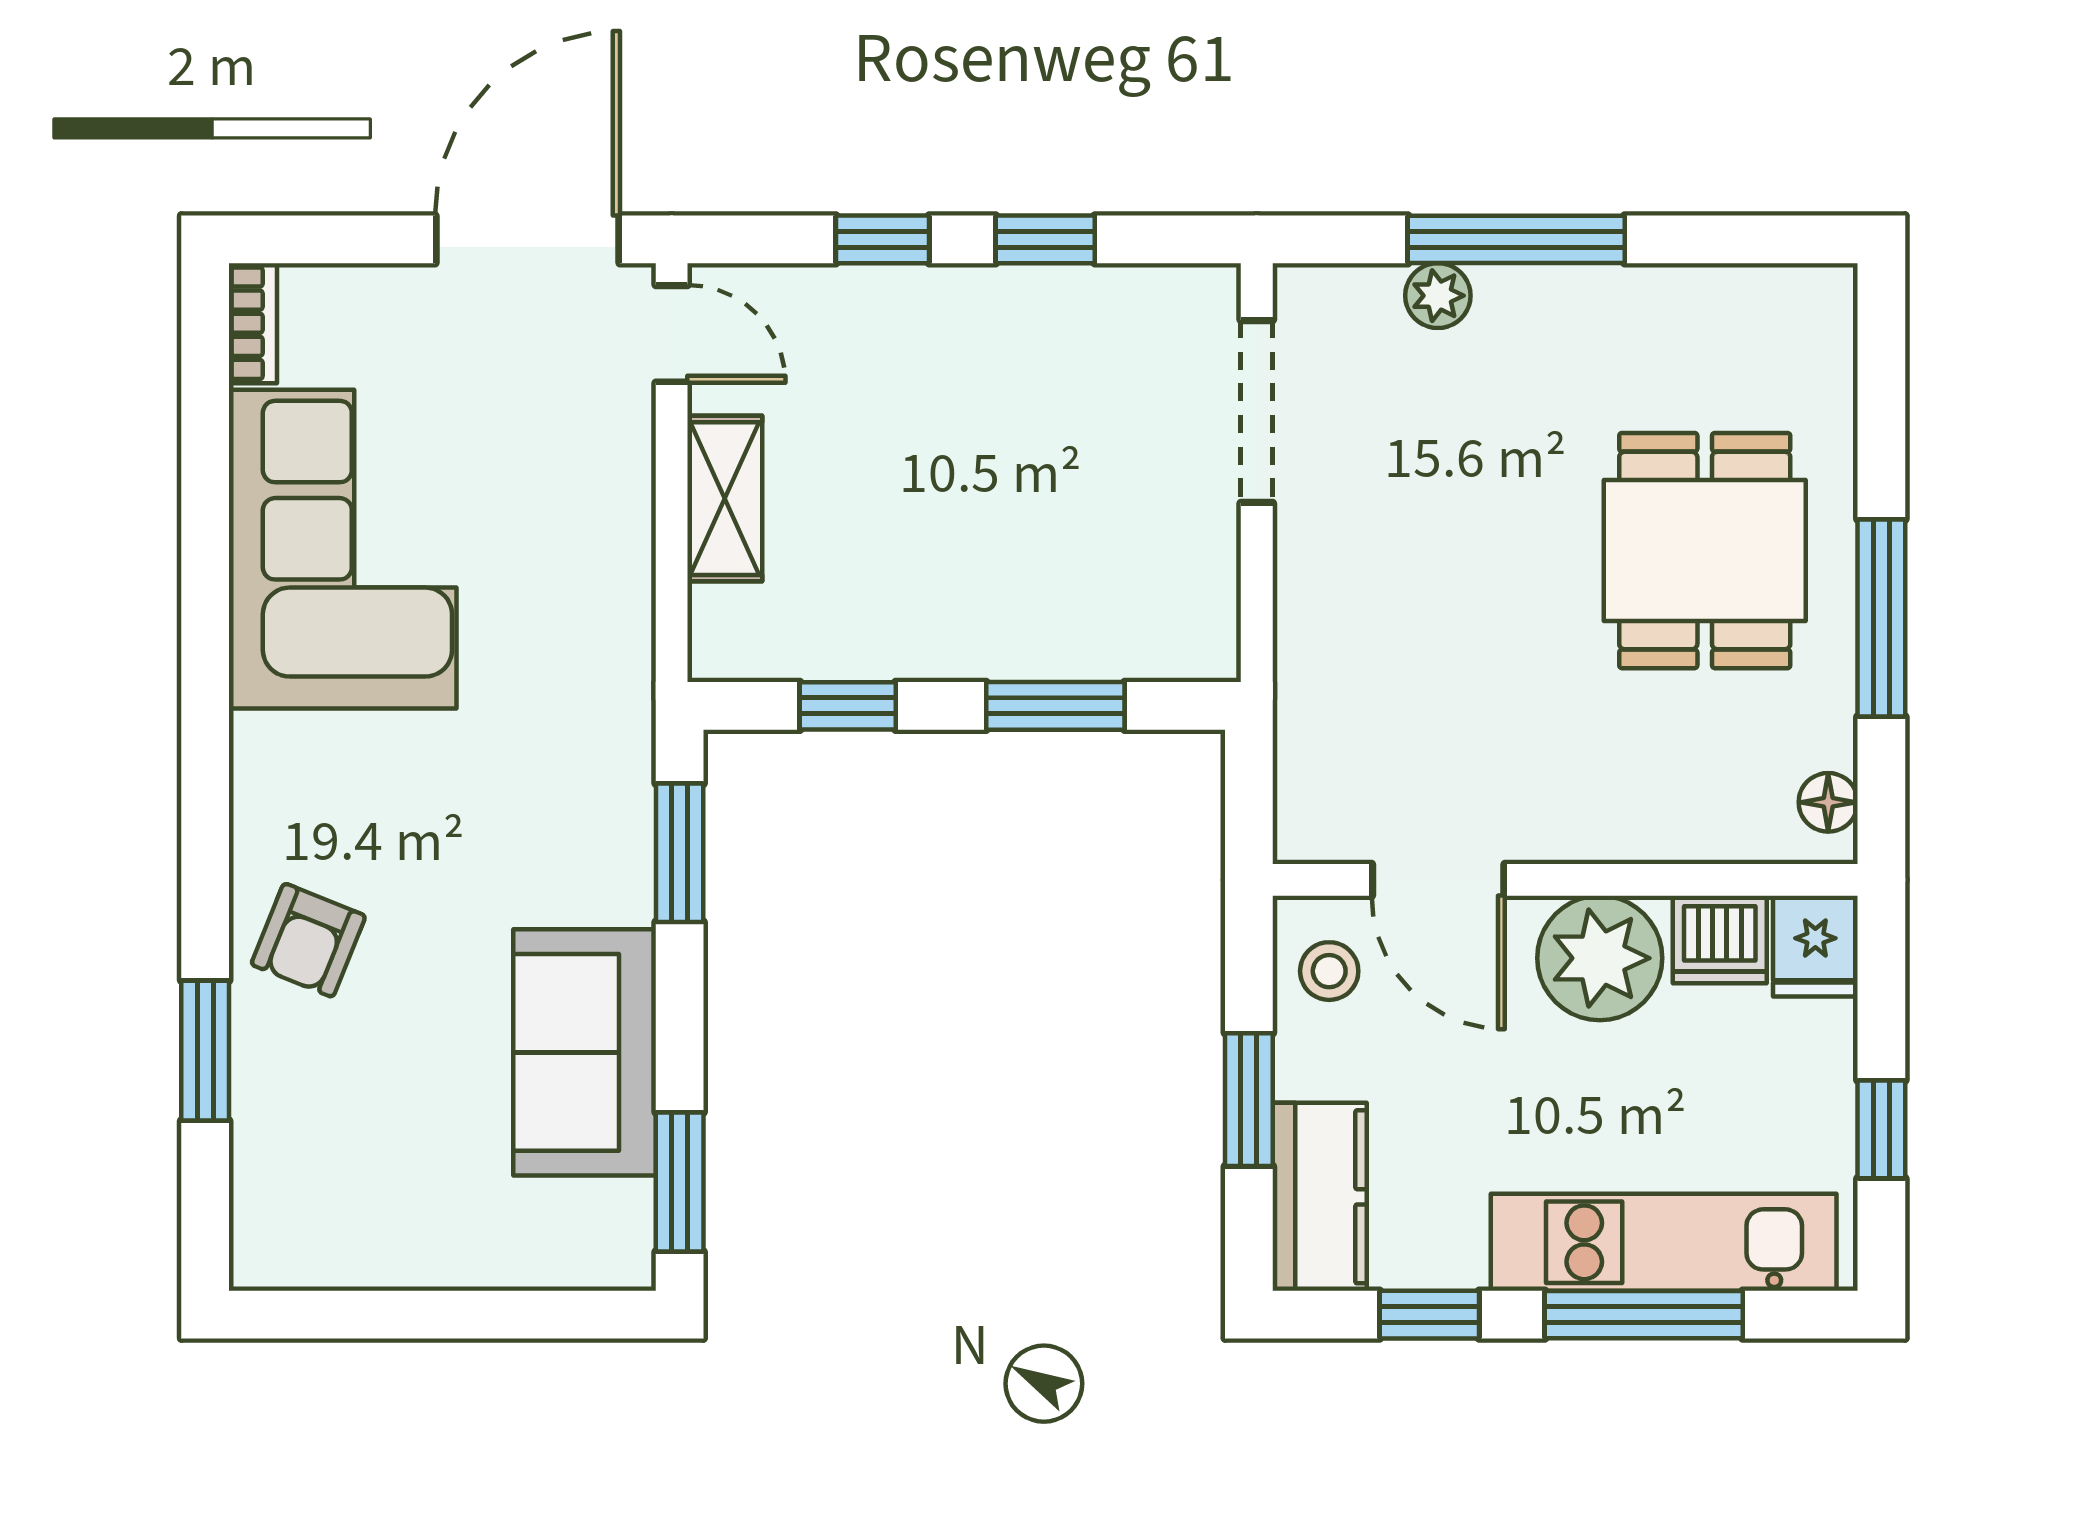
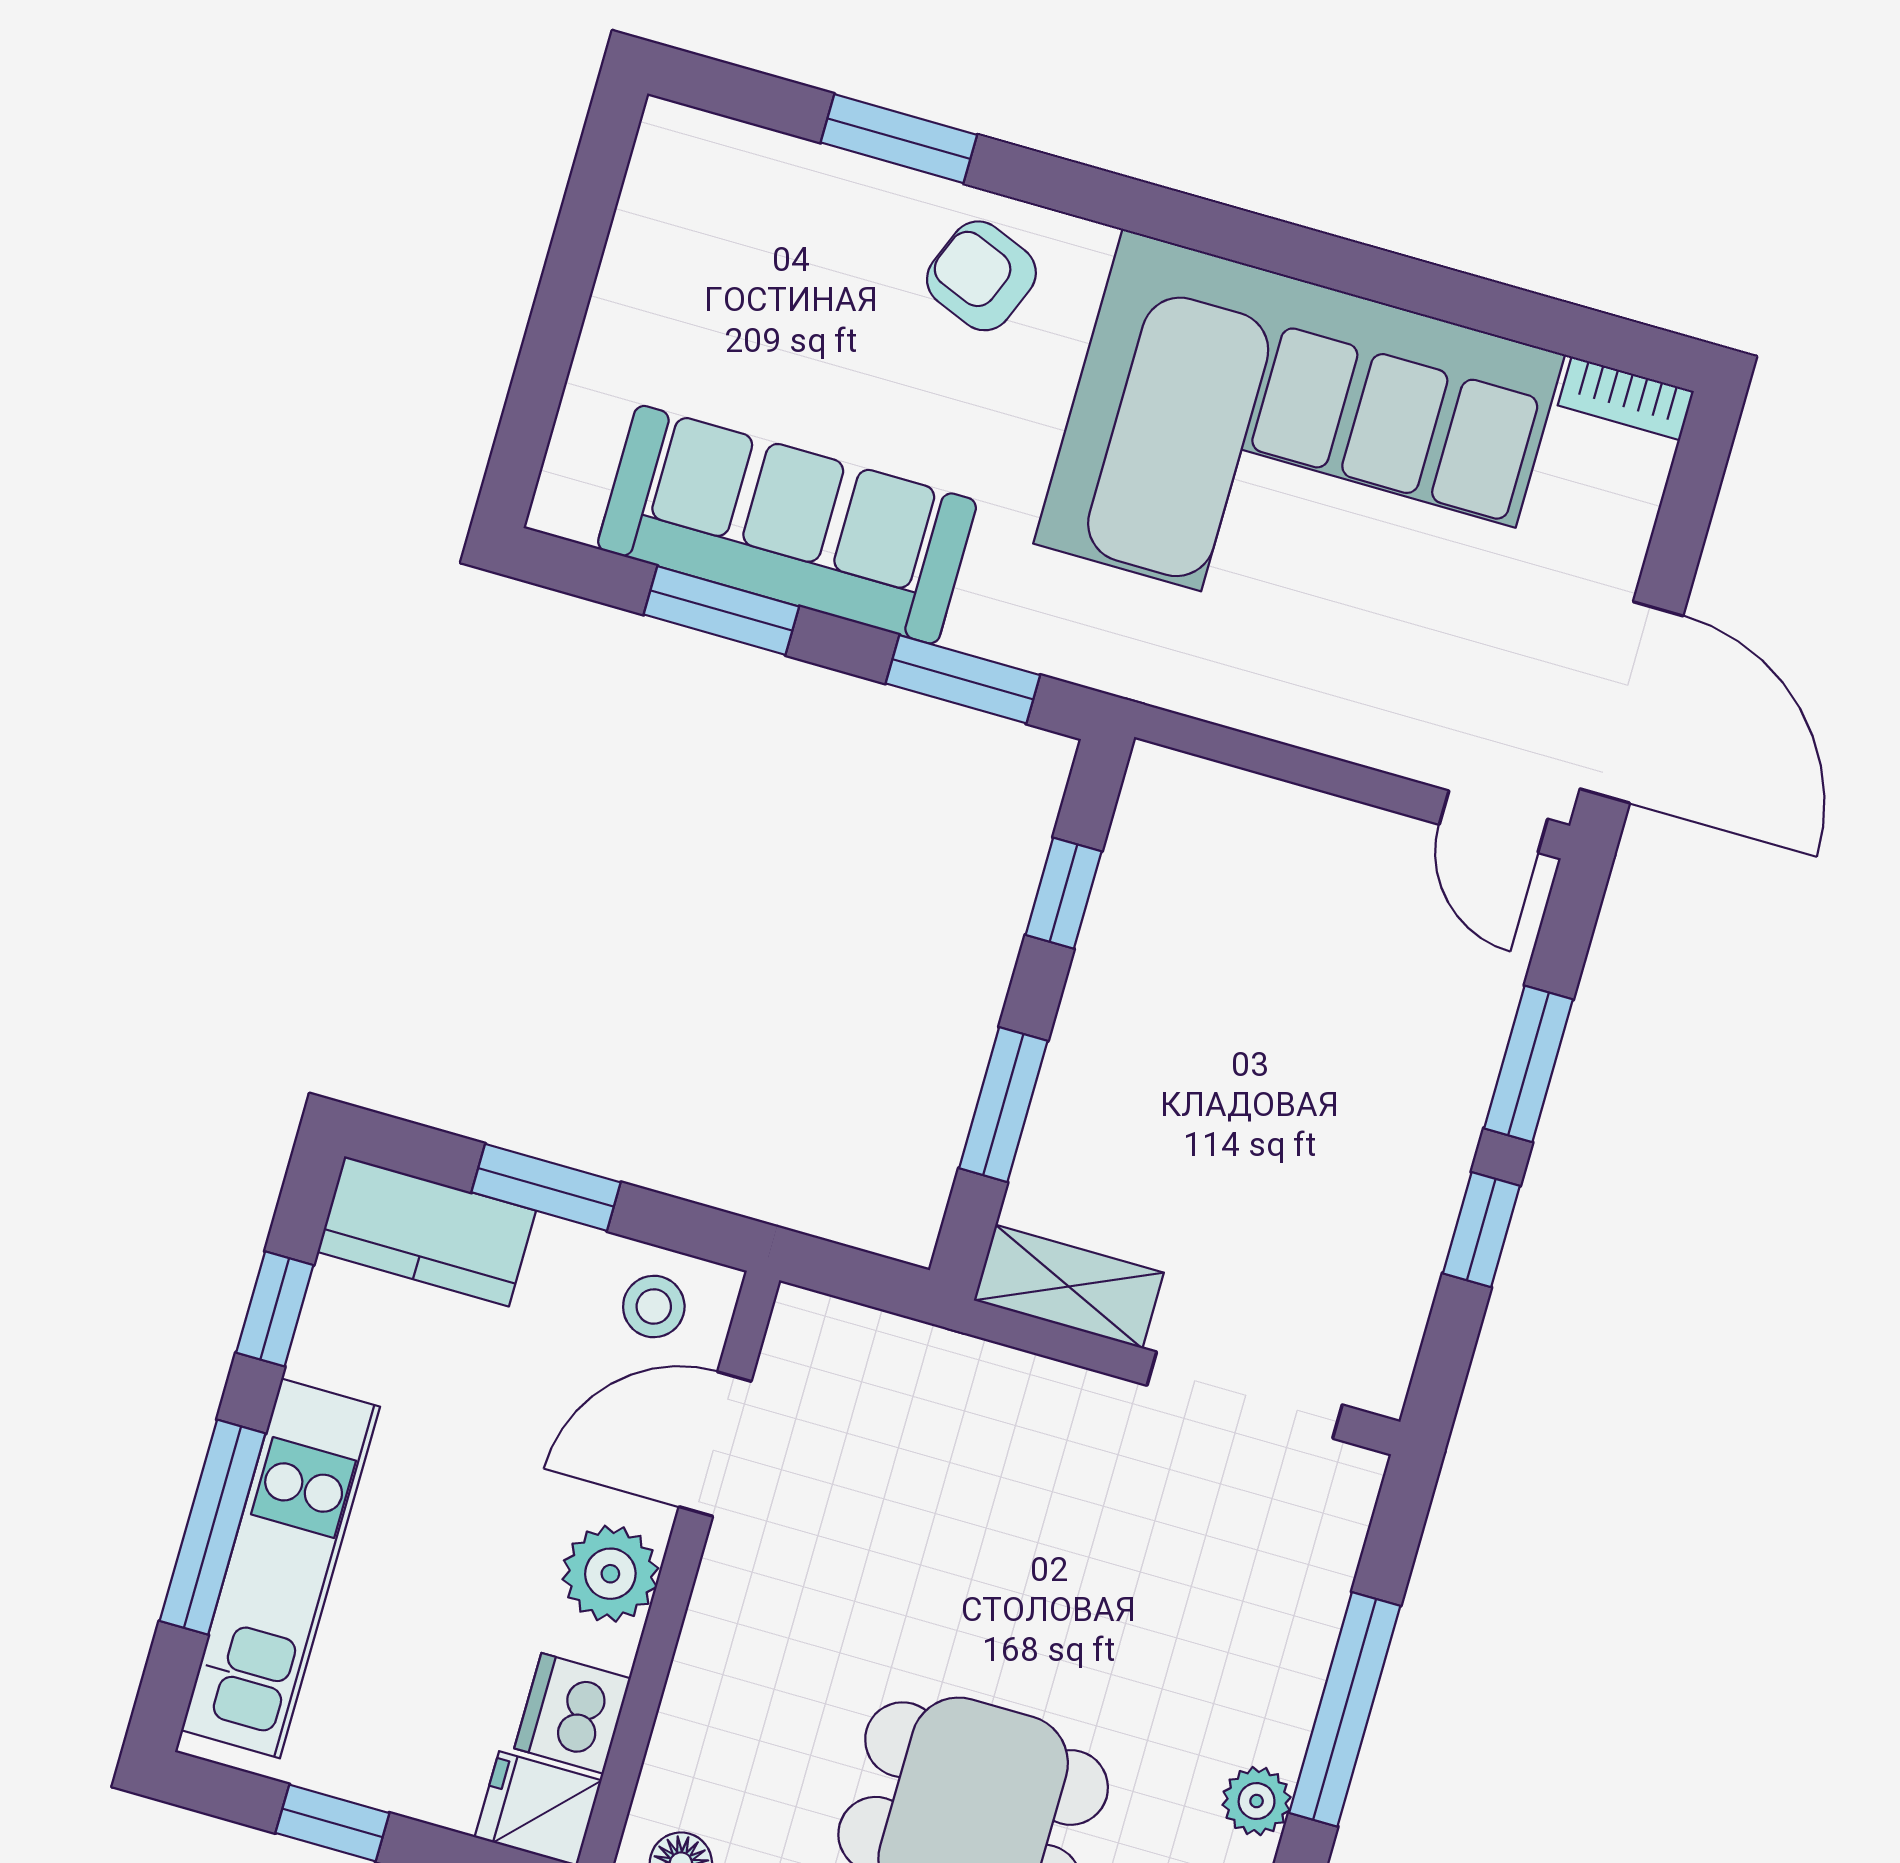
window: (883, 239) -> (1529, 1064), width x1.50
plant: (1438, 296) -> (1257, 1801), moved
door: (672, 334) -> (1493, 822), hinge flipped
shelving: (725, 499) -> (1069, 1287), moved
corner sofa: (343, 549) -> (1299, 449), width x1.36, depth x1.36
plant: (1600, 958) -> (610, 1574), width x0.73, depth x0.73
sofa: (585, 1052) -> (787, 525), width x1.36
window: (680, 1182) -> (721, 610), moved

